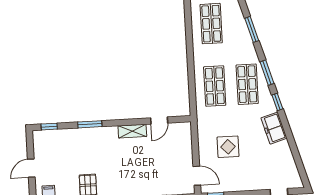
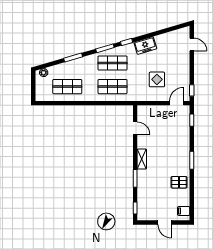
shelving: (132, 131) -> (142, 159), moved

